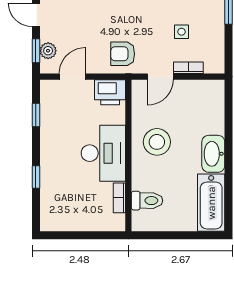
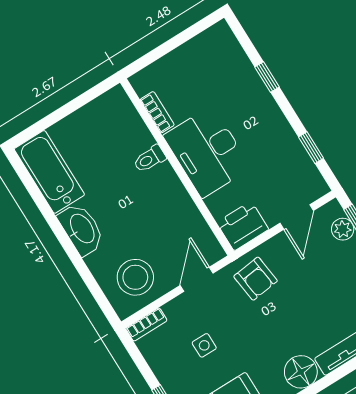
armchair: (123, 54) -> (256, 279), turned 83
bookcase: (188, 68) -> (146, 324), moved
stool: (157, 142) -> (135, 277), moved
toilet: (147, 201) -> (150, 159), moved, width x0.73, depth x0.72

